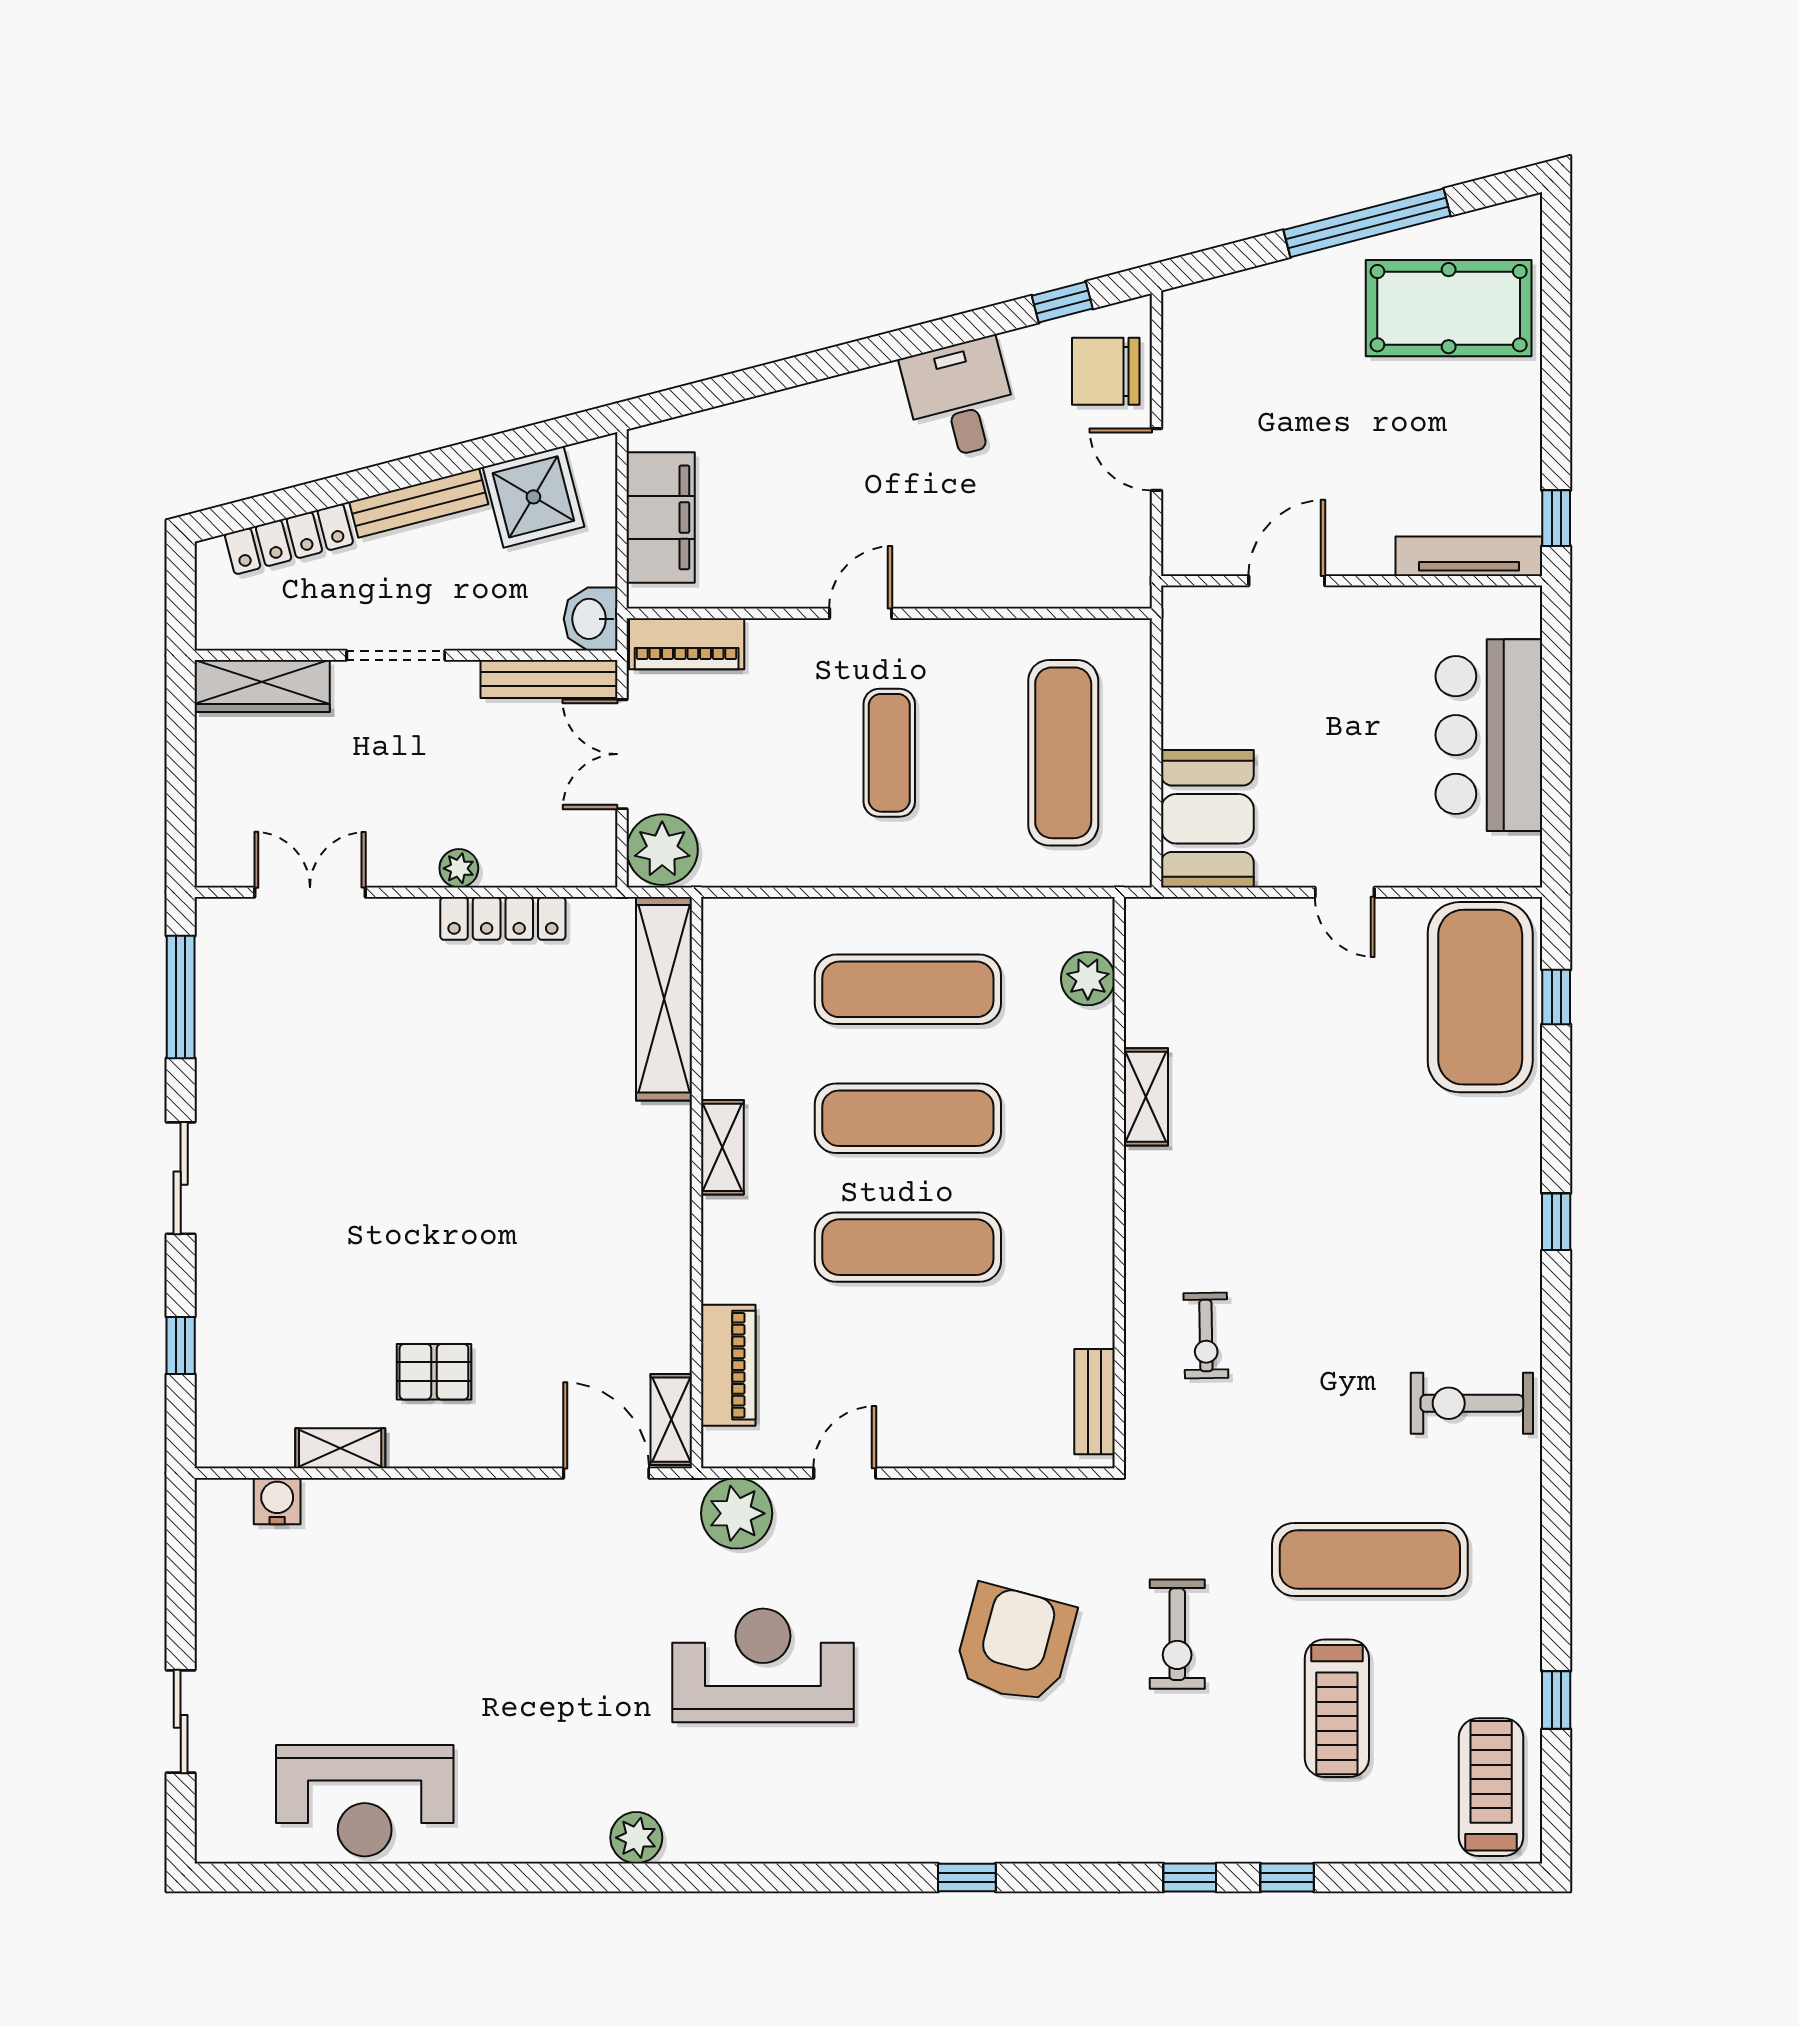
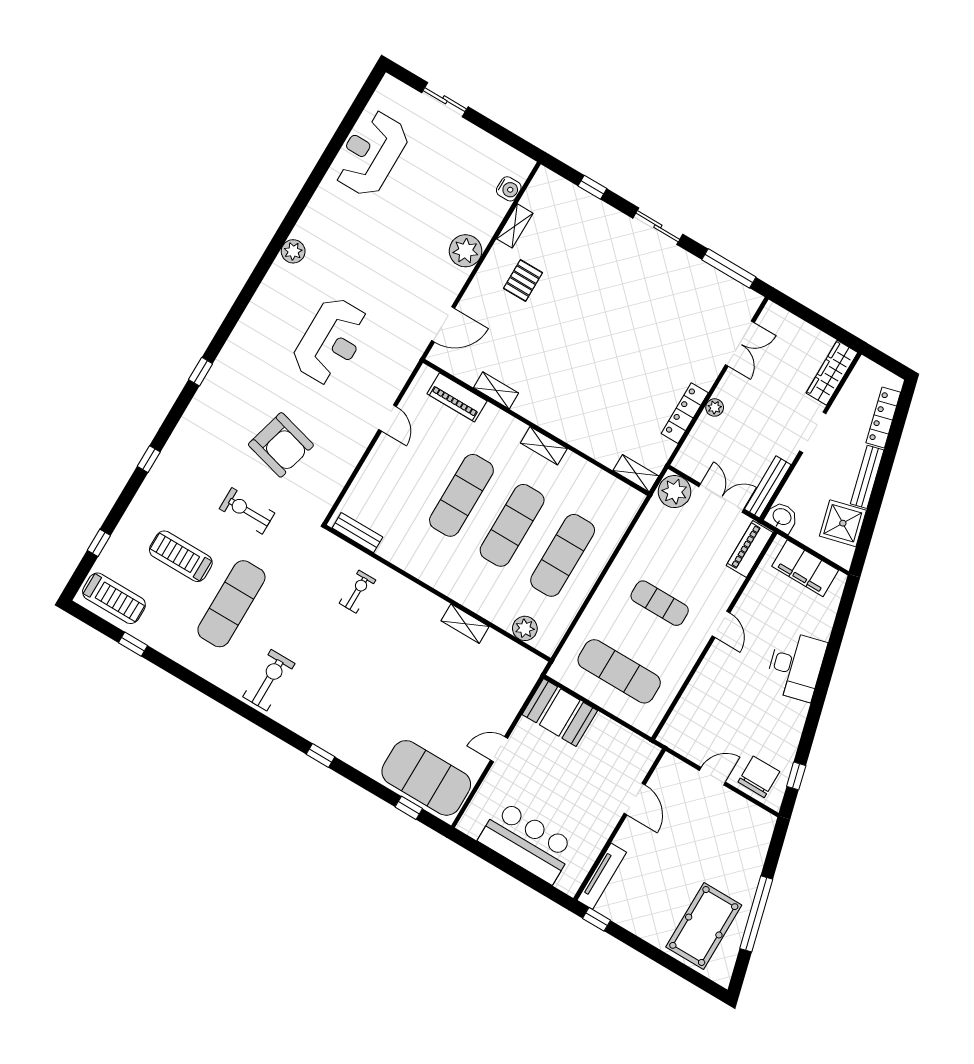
desk: (960, 399) -> (796, 666), moved, width x1.37
shelving: (664, 999) -> (636, 473), width x0.45, depth x0.75
exercise bike: (1206, 1336) -> (357, 592), turned 91
shelving: (671, 1420) -> (496, 390), moved
plant: (737, 1513) -> (466, 251), moved
window: (1287, 1877) -> (99, 543), moved

